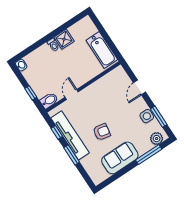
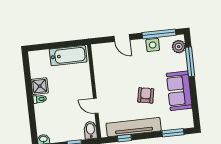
window: (159, 117) -> (159, 34), width x1.44
window: (72, 155) -> (173, 133), moved

